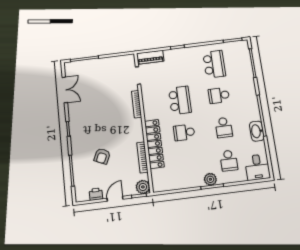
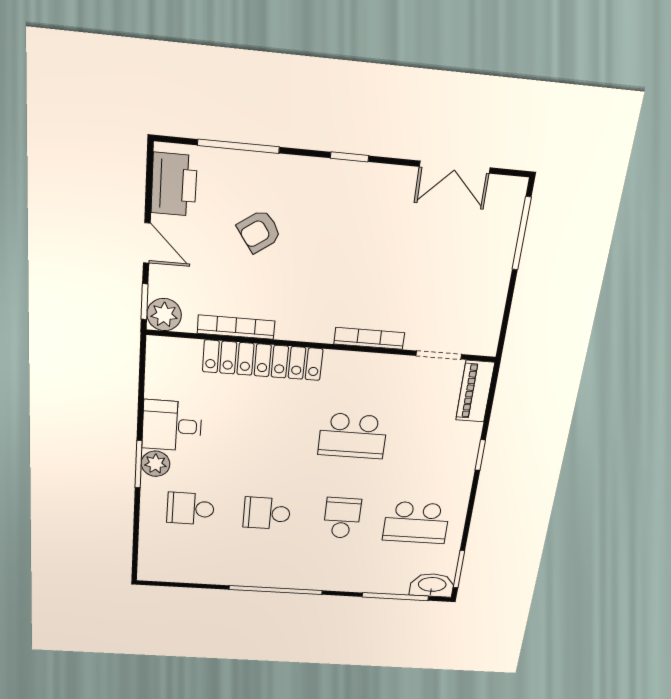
washbasin: (257, 131) -> (432, 585), moved
school desk: (184, 132) -> (275, 430), removed
armchair: (102, 156) -> (259, 231), turned -59
desk: (257, 167) -> (172, 426), moved
printer: (96, 194) -> (174, 185), width x1.87, depth x1.48

